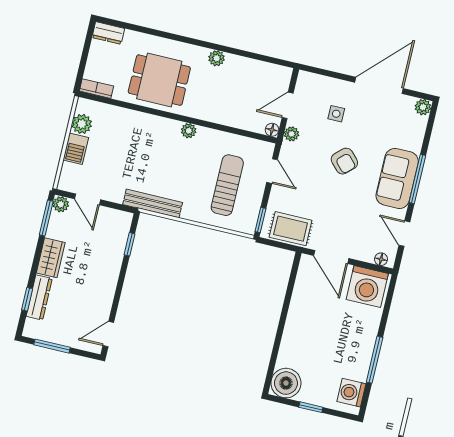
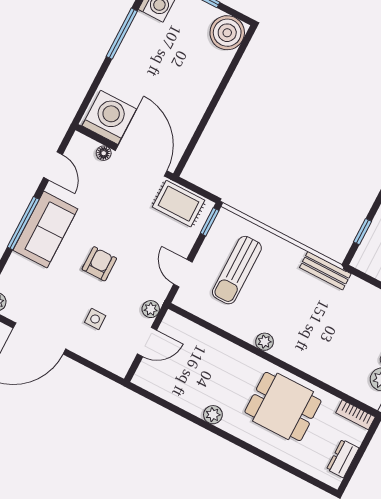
dresser: (108, 33) -> (343, 459), moved, turned -90
floor lamp: (272, 130) -> (171, 319), removed
armchair: (344, 161) -> (99, 264), turned 43
bench: (153, 203) -> (325, 271), width x0.73
door: (331, 257) -> (141, 161), width x1.36
floor lamp: (381, 259) -> (104, 153), moved

